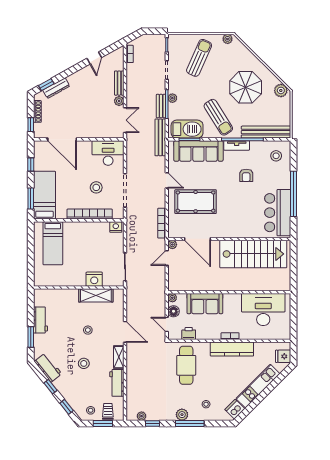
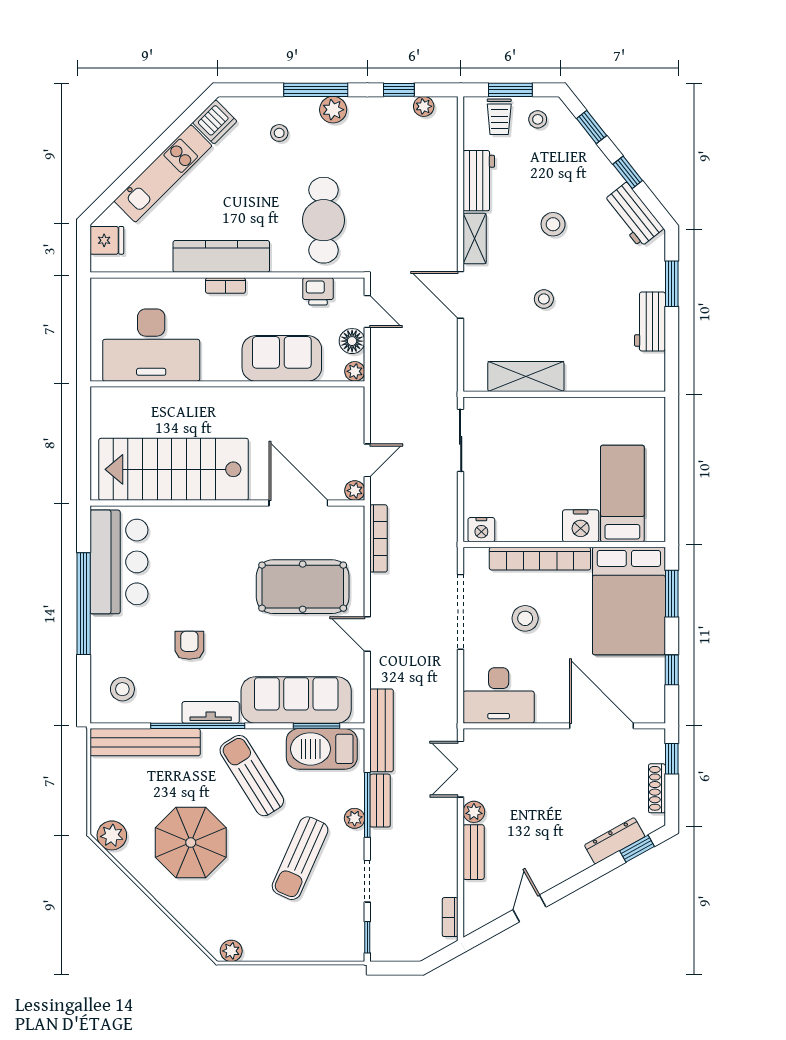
sun lounger: (199, 58) -> (300, 858), moved
bed: (44, 195) -> (629, 601), width x1.50
nightstand: (94, 279) -> (581, 526), moved, turned 180

